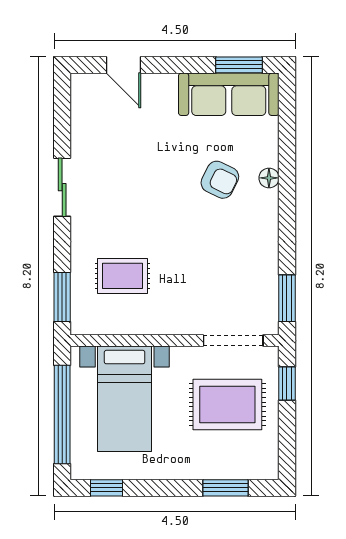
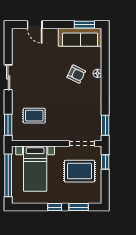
window: (107, 488) -> (55, 207), moved

